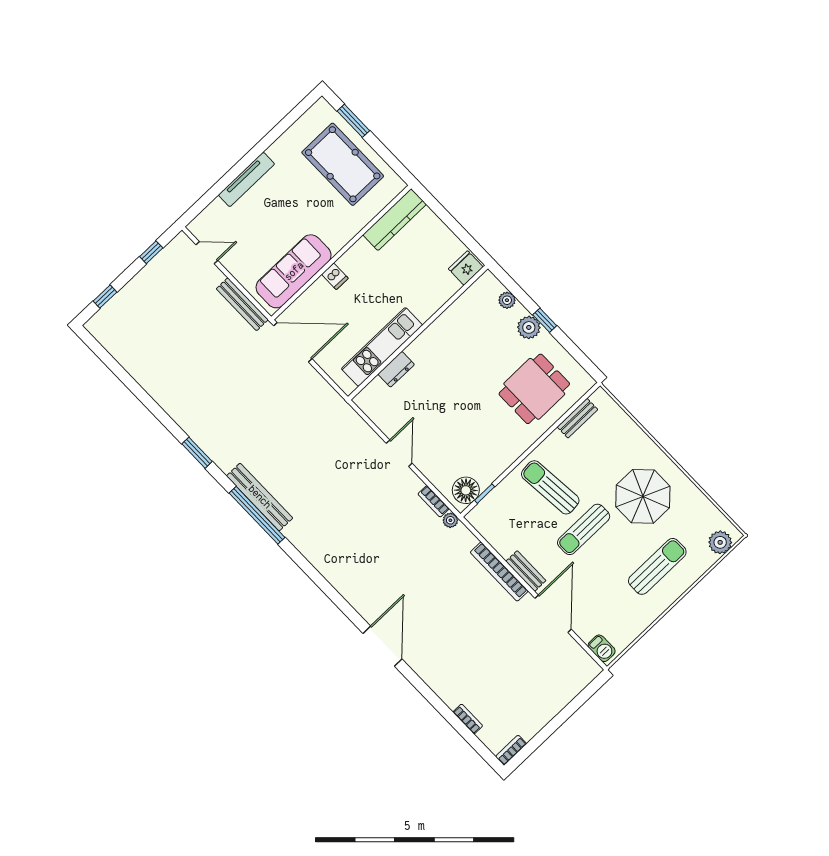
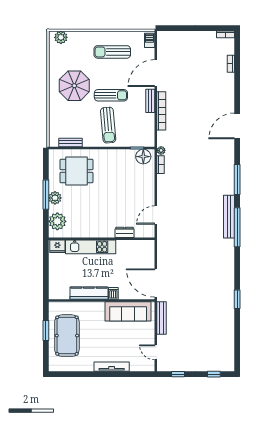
window: (353, 121) -> (46, 331), moved
kitchen counter: (395, 220) -> (89, 293), moved
plant: (507, 300) -> (57, 221), width x1.88, depth x1.88
window: (545, 320) -> (46, 195), width x2.17
kitchen unit: (382, 347) -> (91, 247), moved
window: (197, 453) -> (237, 299), moved
door: (399, 453) -> (156, 215), moved
bench: (260, 497) -> (229, 217), moved
sun lounger: (657, 566) -> (112, 52), moved
window: (316, 577) -> (237, 179), added

